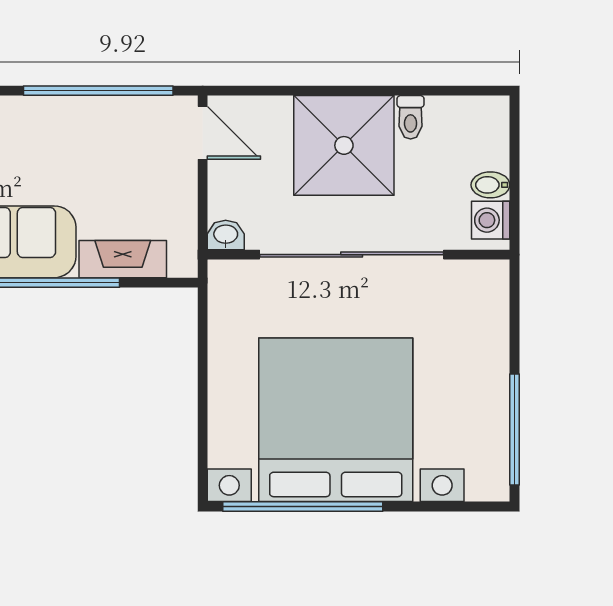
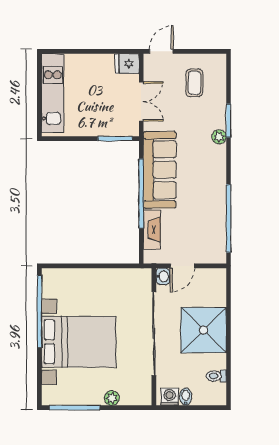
toilet: (411, 117) -> (216, 376), moved
door: (203, 133) -> (182, 266), moved
plant: (494, 347) -> (112, 398), added
bed with nightstands: (336, 420) -> (79, 342), width x0.73

